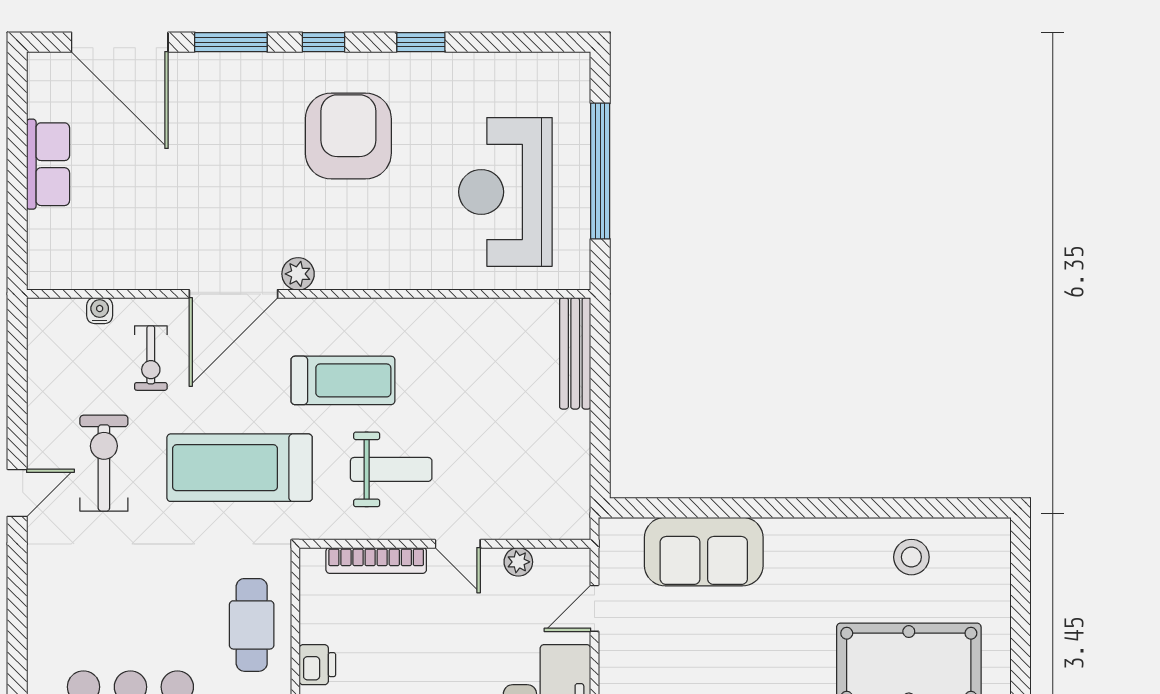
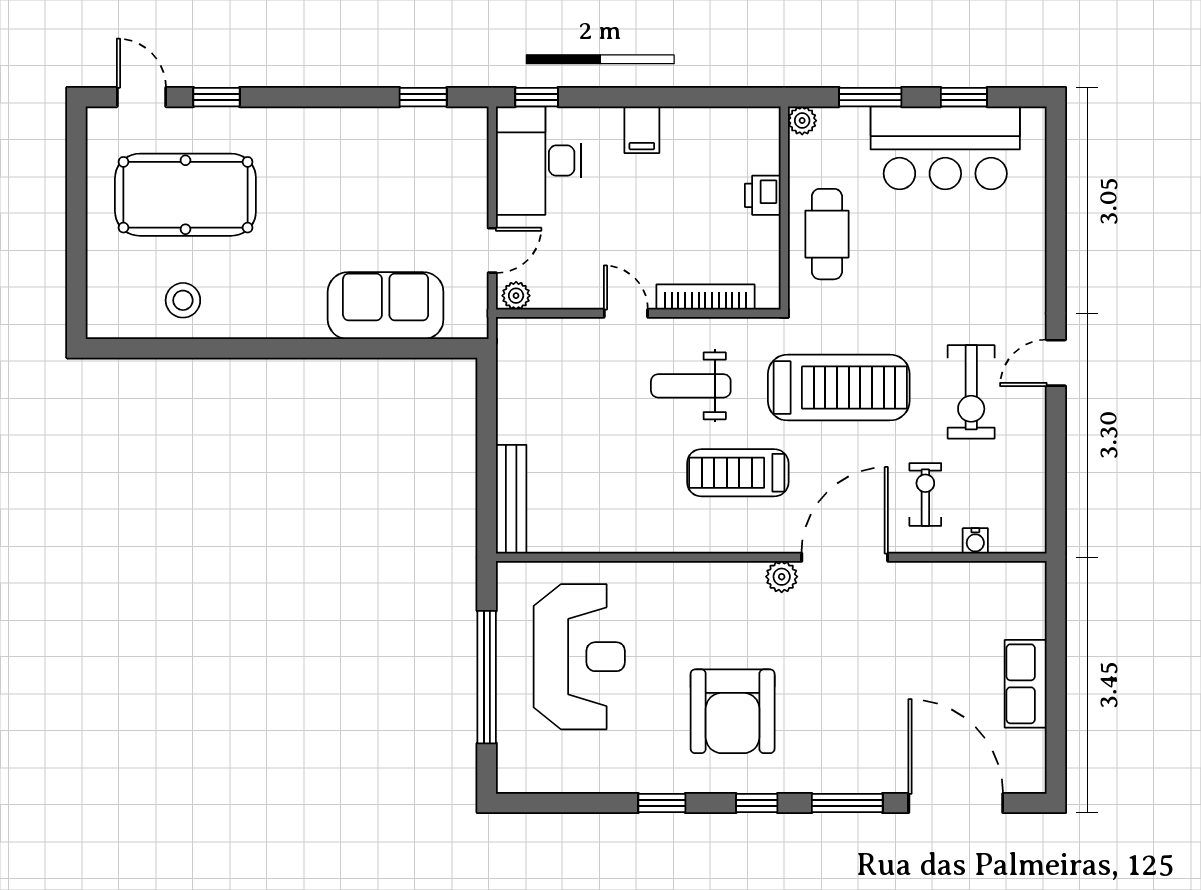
plant: (518, 562) -> (516, 296), moved

